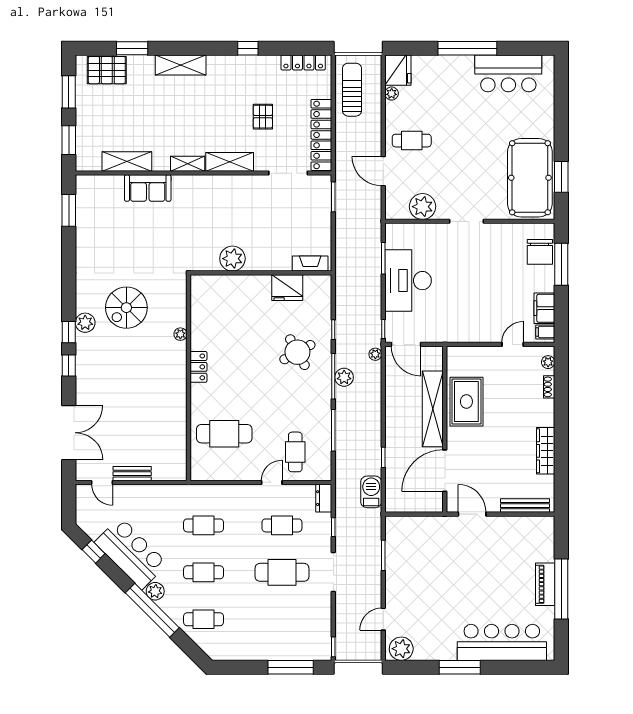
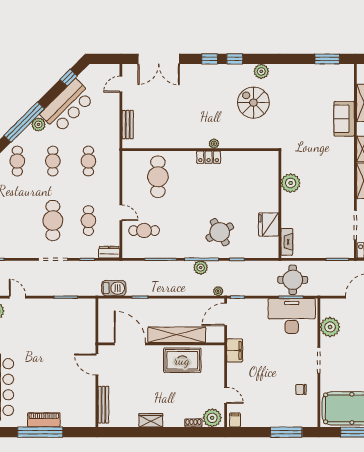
chair: (540, 252) -> (301, 389), moved, width x0.54, depth x0.54
round table: (360, 256) -> (293, 280), added
desk: (408, 281) -> (292, 316), moved
filing cabinet: (544, 308) -> (235, 350), moved, turned 90
plant: (85, 323) -> (261, 71), moved
plant: (180, 334) -> (214, 144), moved
plant: (548, 362) -> (212, 418), width x1.88, depth x1.88
wardrobe: (546, 451) -> (151, 420), width x0.67
bench: (132, 474) -> (128, 125), moved
door: (472, 514) -> (97, 365), swing flipped

